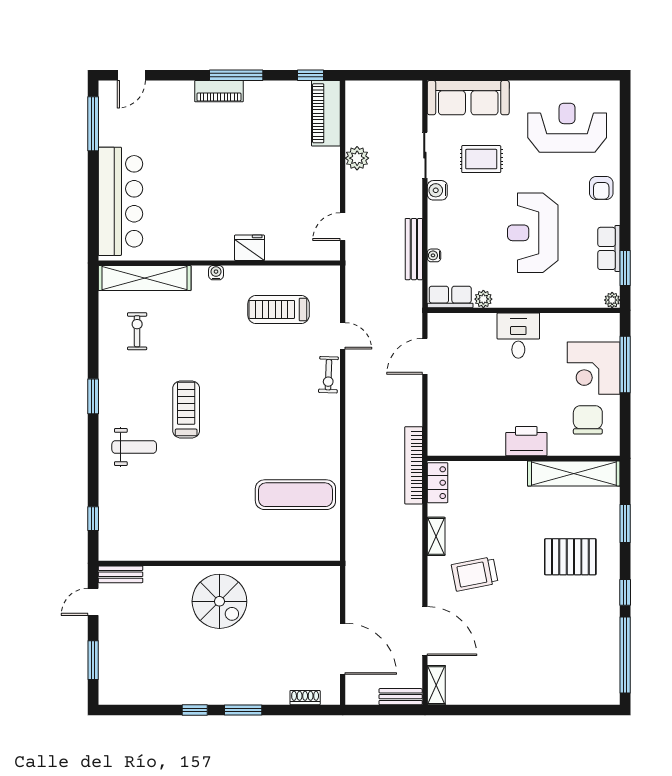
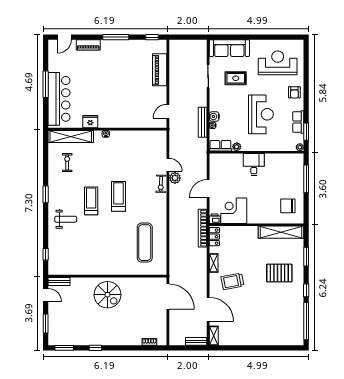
piano: (219, 91) -> (88, 45), moved
piano: (326, 113) -> (160, 70), moved
window: (93, 124) -> (46, 84), moved
plant: (357, 158) -> (175, 178), moved
water cooler: (437, 190) -> (214, 117), moved
reception desk: (533, 233) -> (261, 114), turned 180
fridge: (249, 248) -> (90, 122), moved
treadmill: (279, 309) -> (118, 196), moved, turned 90
door: (425, 356) -> (208, 188), moved
corner desk: (594, 368) -> (234, 211), moved, turned 90
chair: (588, 420) -> (288, 206), turned -90
printer: (526, 441) -> (215, 219), moved, width x0.53, depth x0.68
exercise mat: (295, 495) -> (145, 243), turned 90
door: (93, 602) -> (46, 295), swing flipped
door: (343, 649) -> (168, 297), moved
window: (243, 710) -> (64, 348), moved

